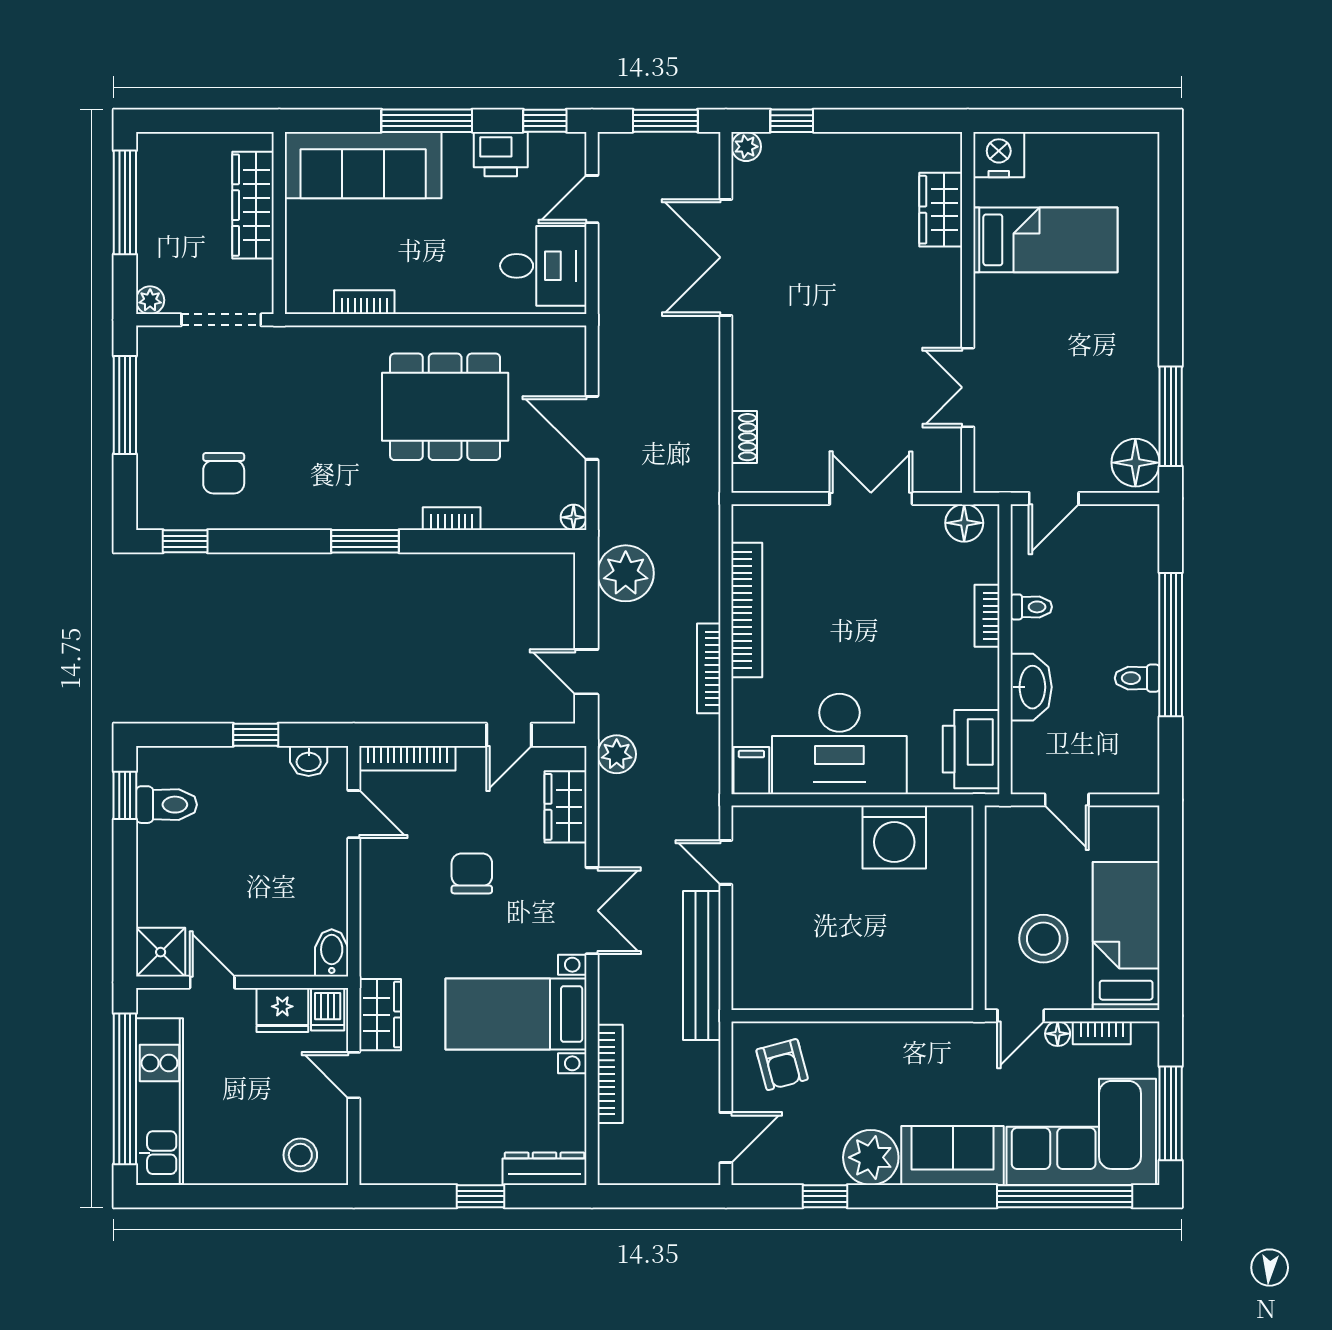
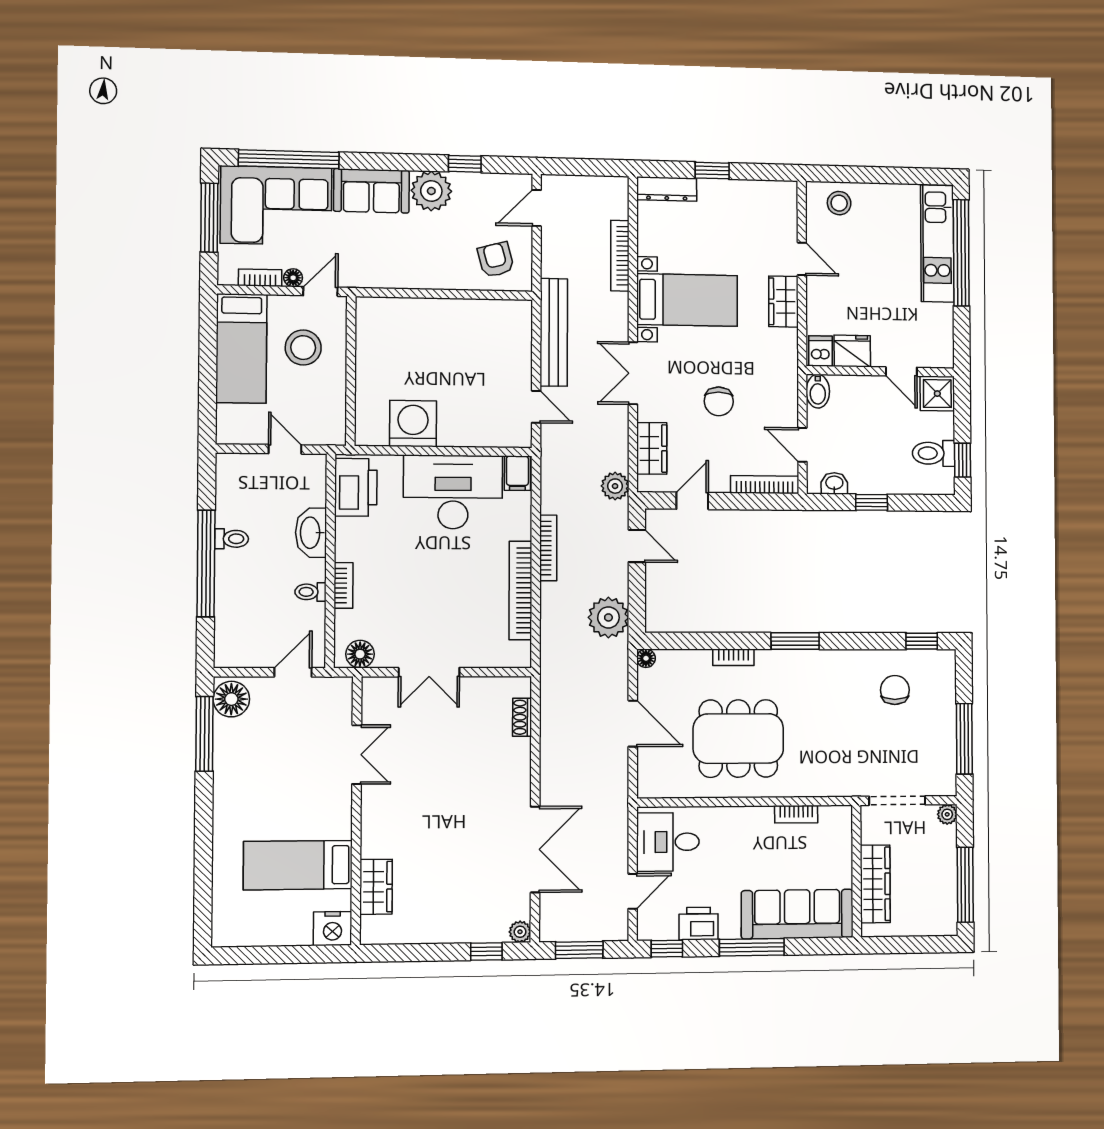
shower: (161, 952) -> (937, 394), moved
bidet: (332, 953) -> (818, 391), moved
door: (212, 982) -> (901, 372), moved
wall: (242, 982) -> (880, 371), moved
dishwasher: (328, 1009) -> (821, 351), moved
fridge: (282, 1010) -> (852, 351), moved

